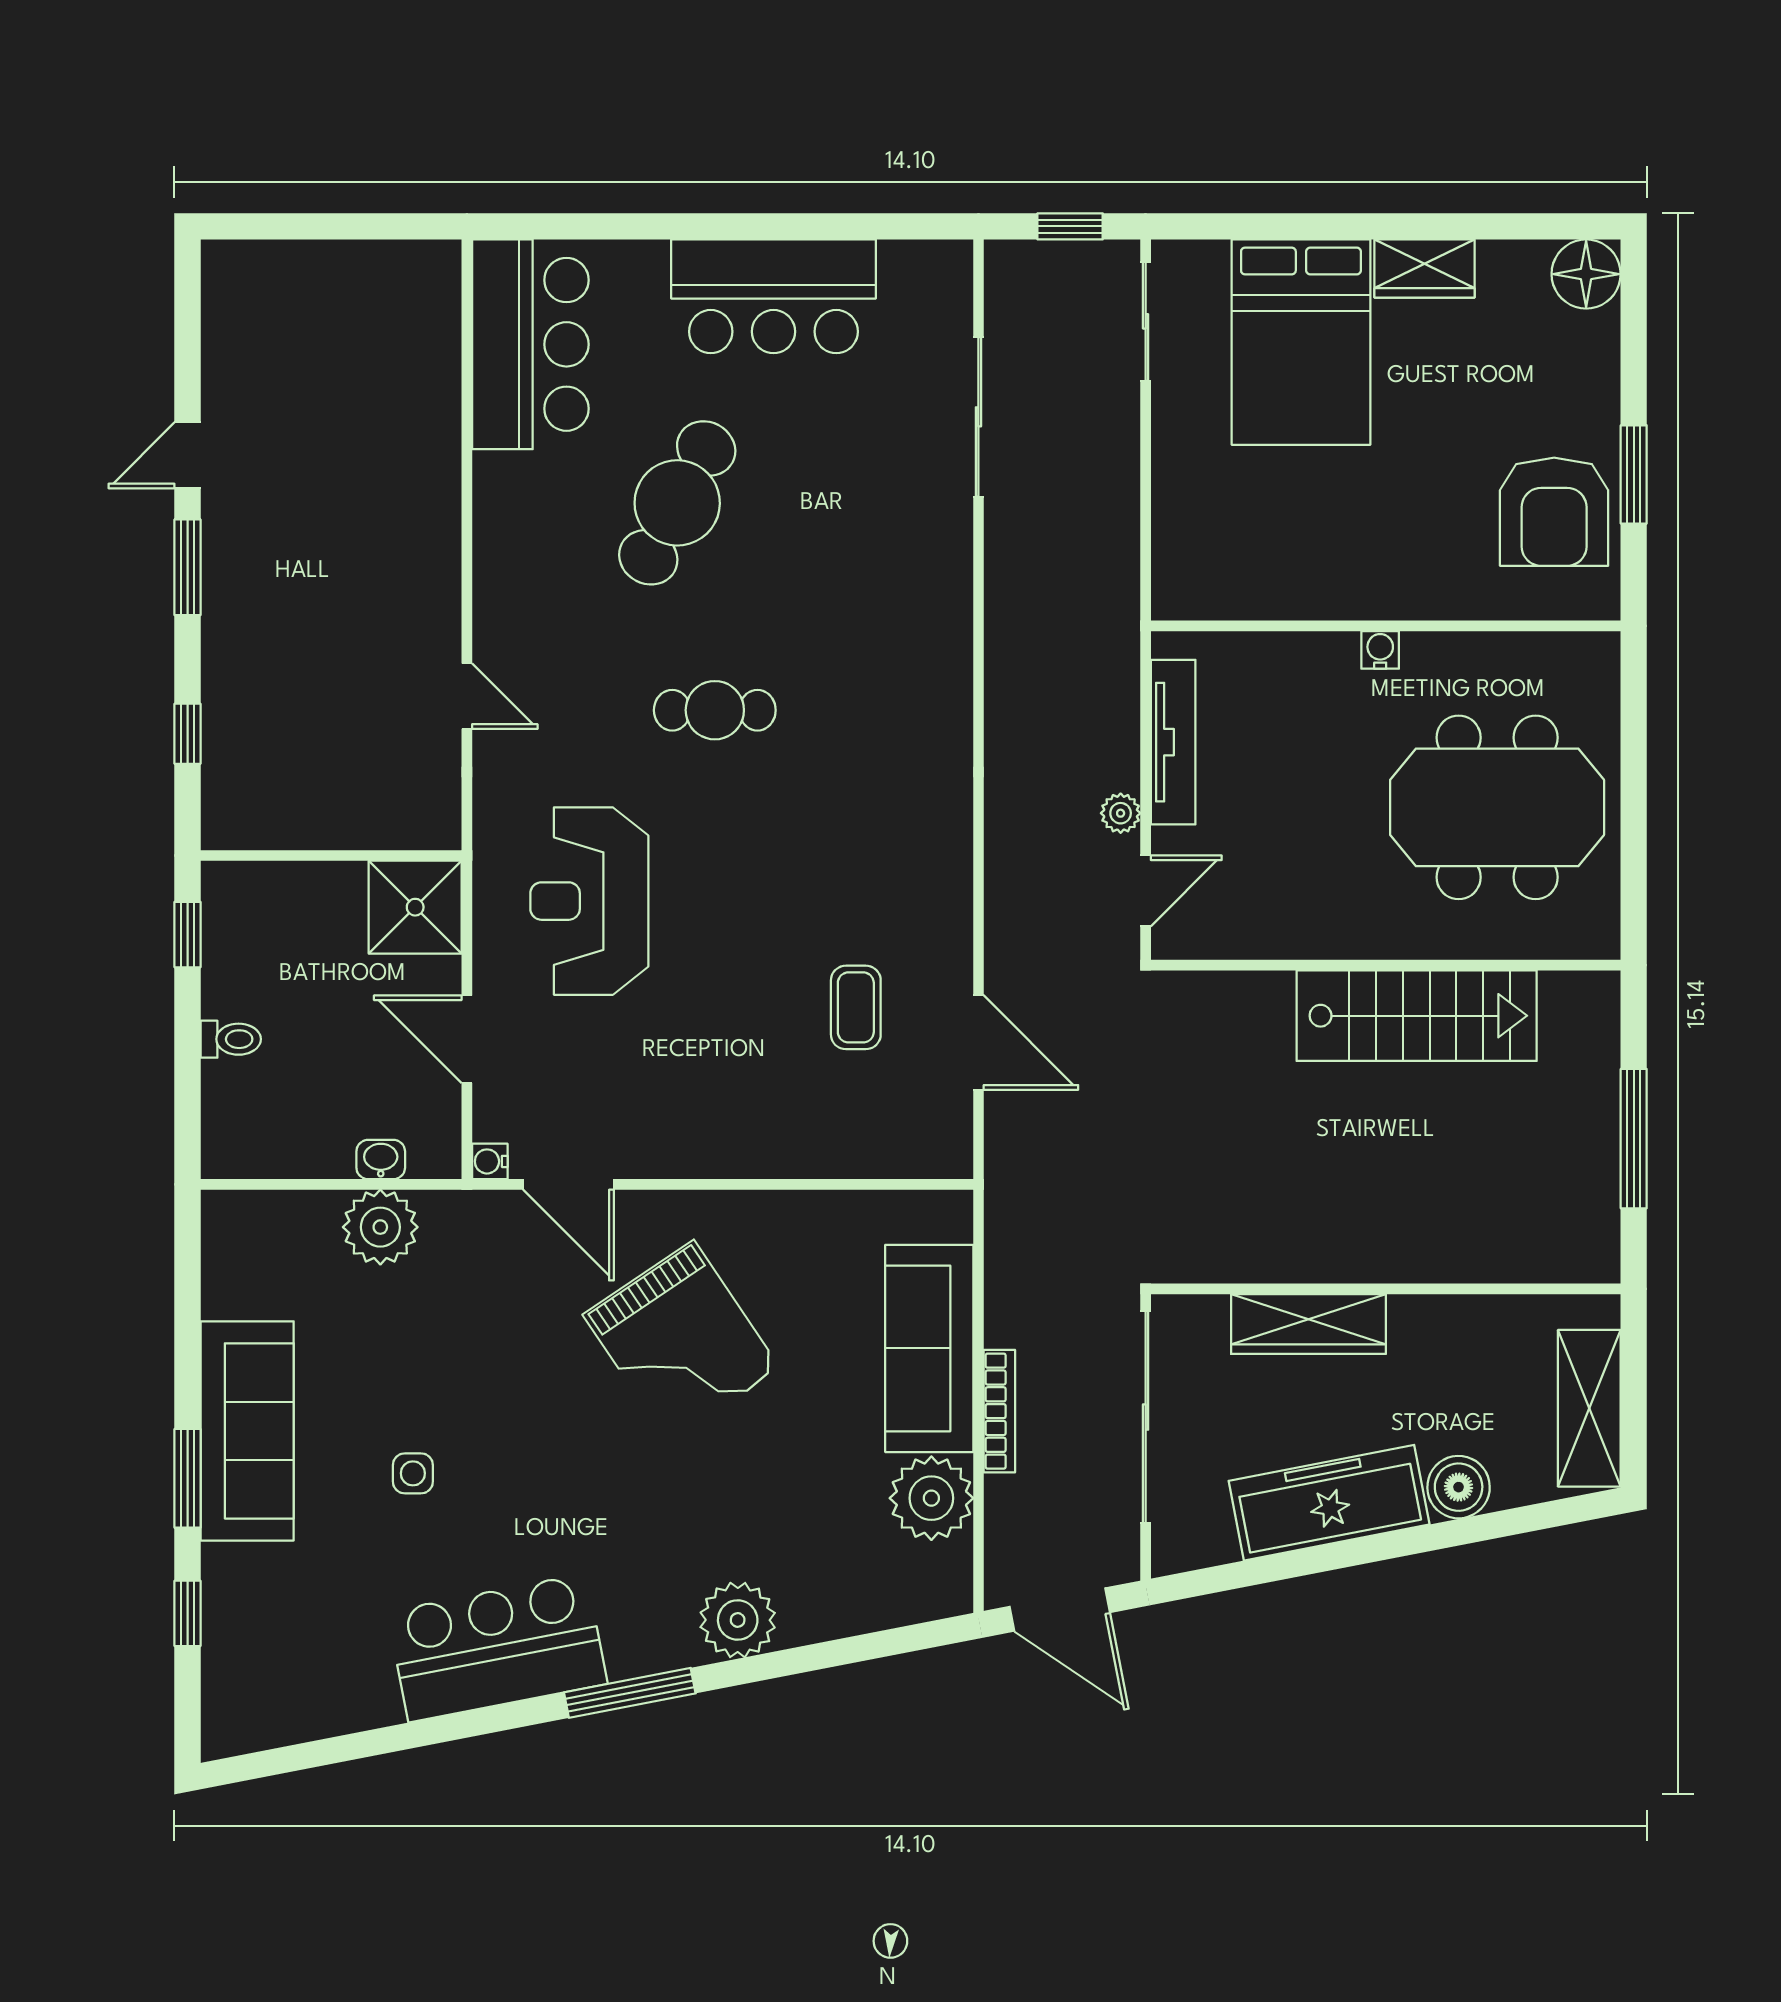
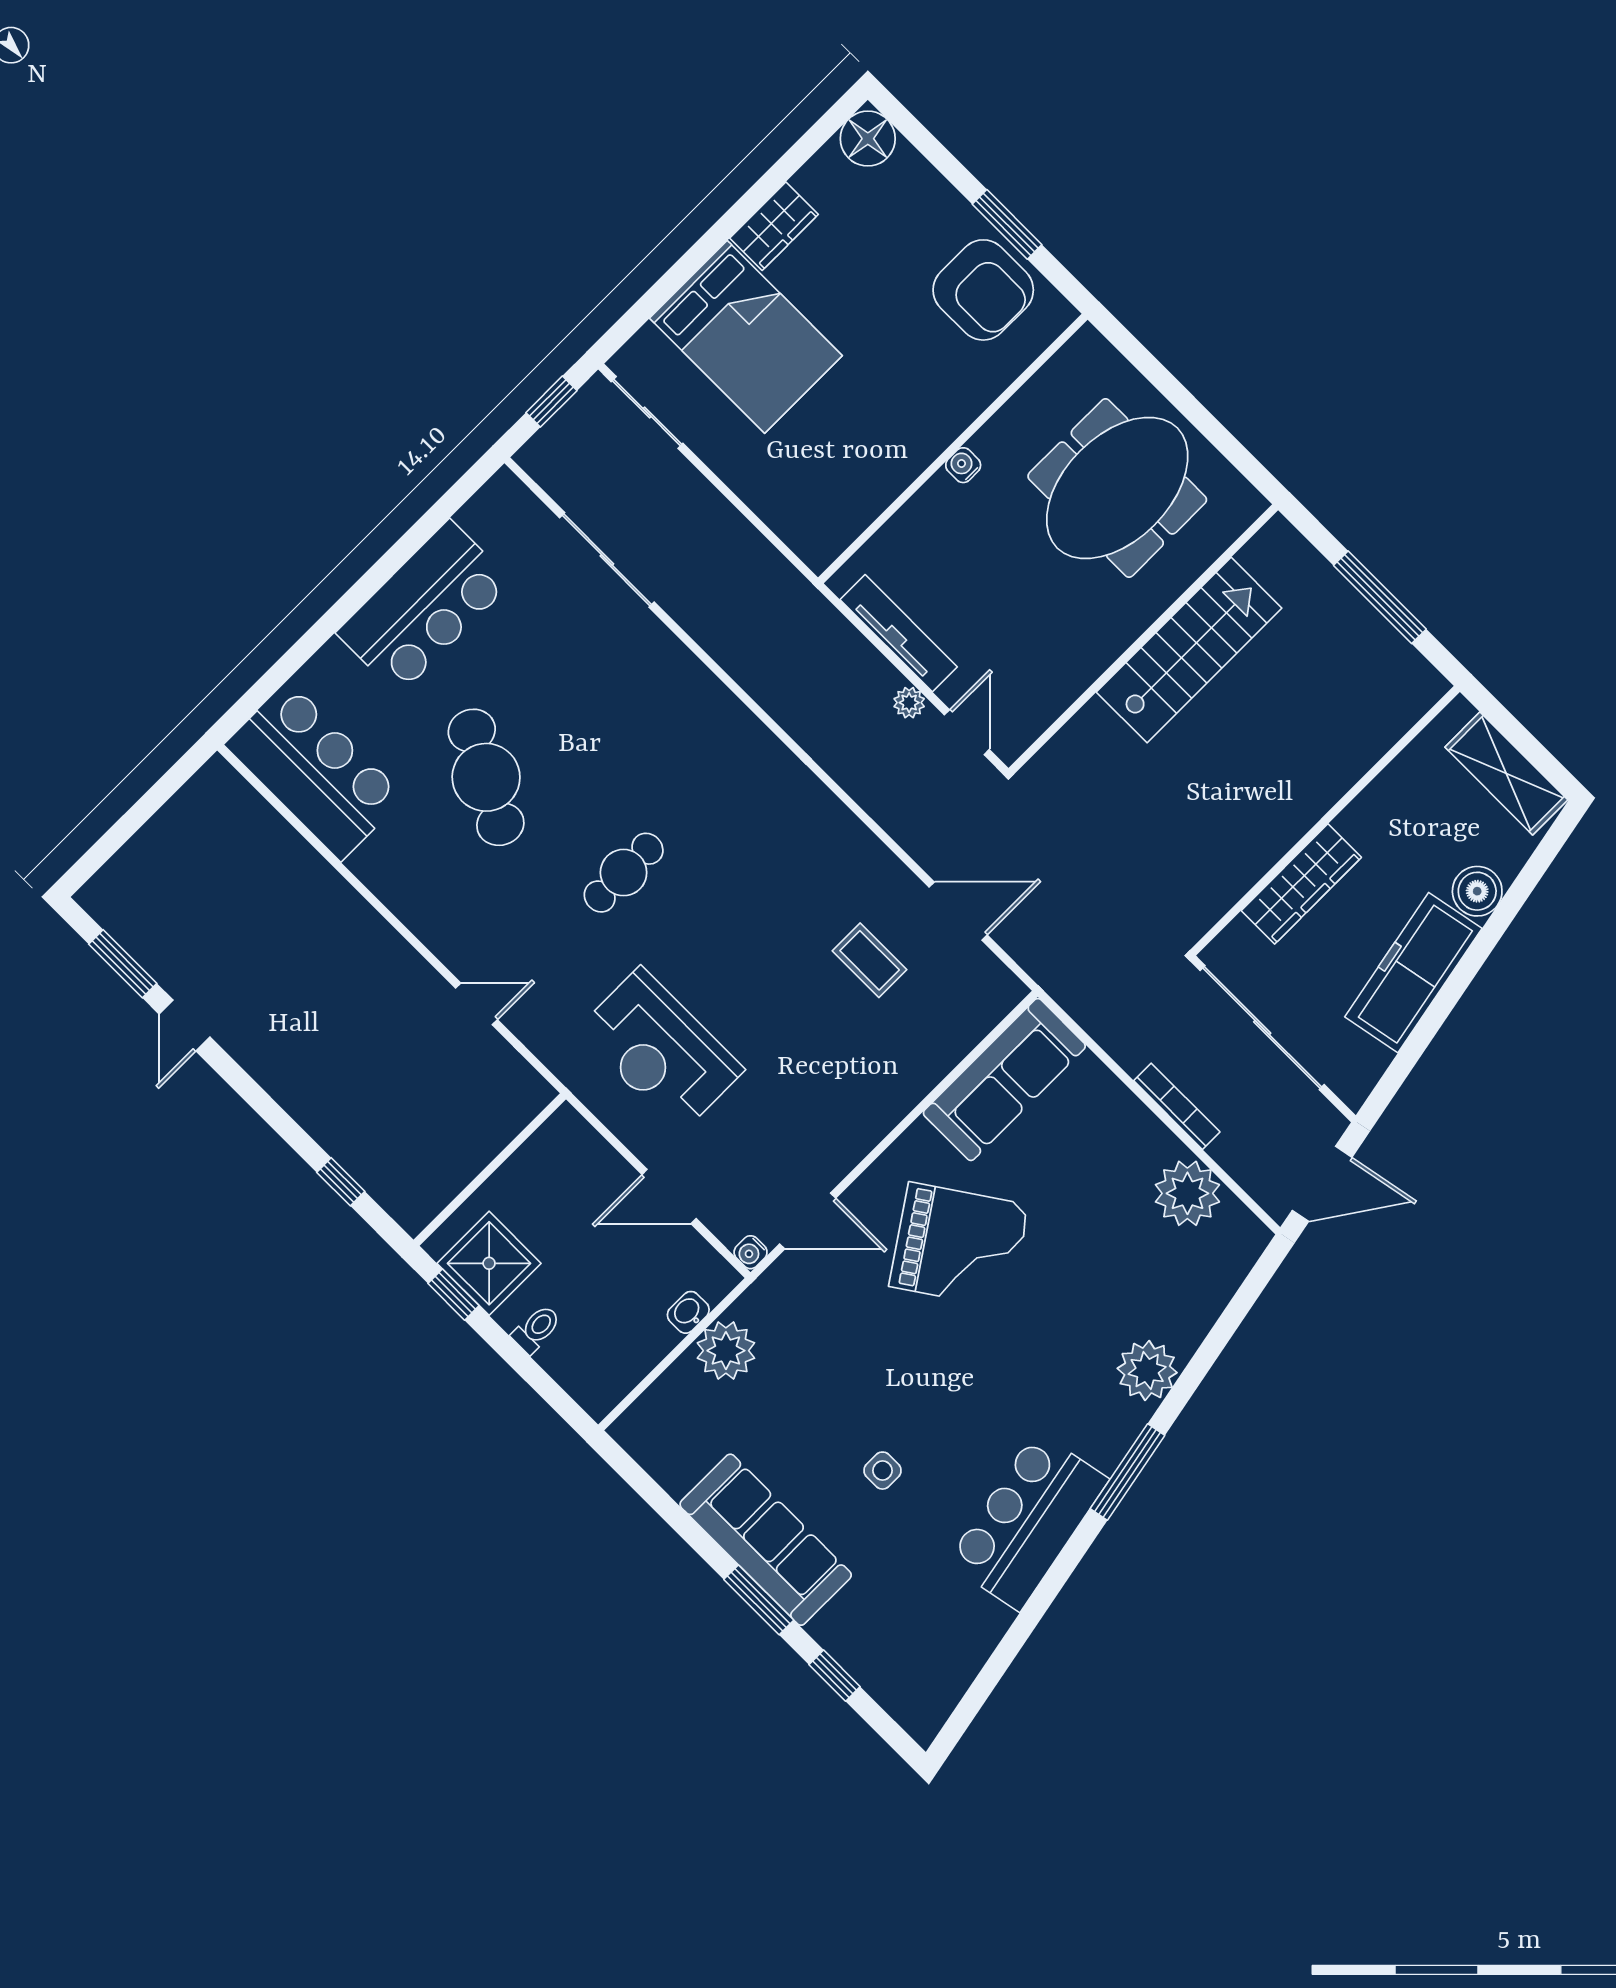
window: (188, 567) -> (123, 964), moved
shower: (415, 907) -> (489, 1263), moved
sofa: (929, 1348) -> (1004, 1080), moved, turned -90

